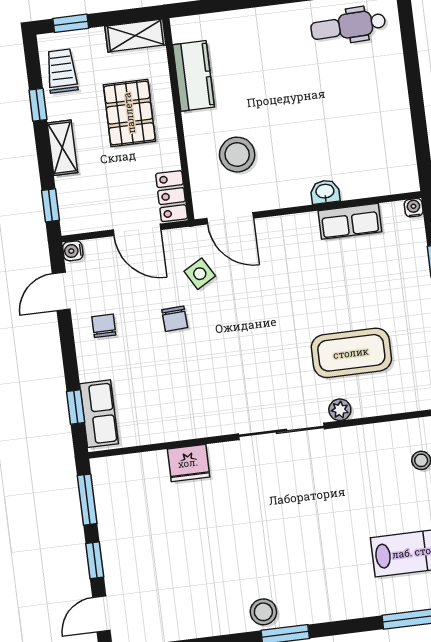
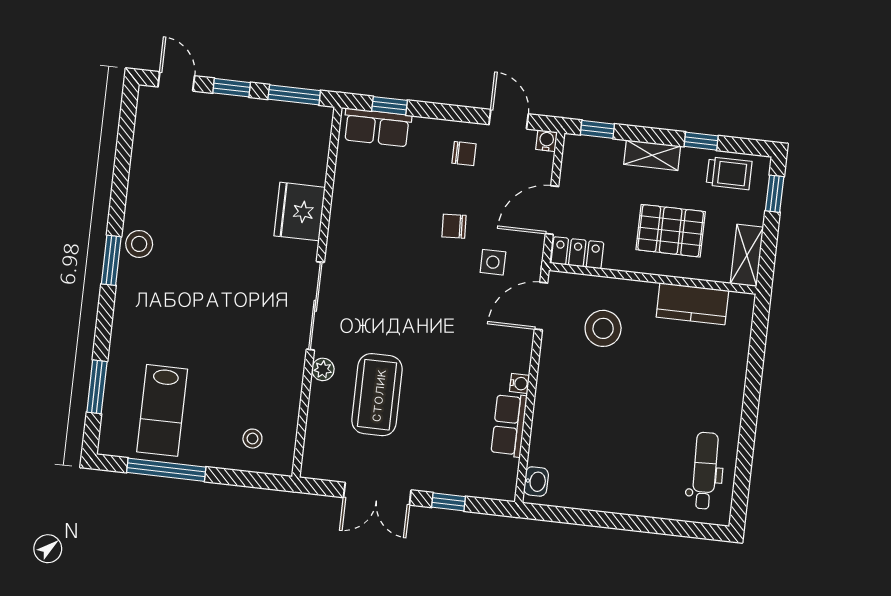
washbasin: (325, 192) -> (536, 481), moved
water cooler: (414, 208) -> (520, 383), moved
side table: (200, 274) -> (493, 262), turned 30
fridge: (188, 463) -> (300, 212), width x1.36, depth x1.34

